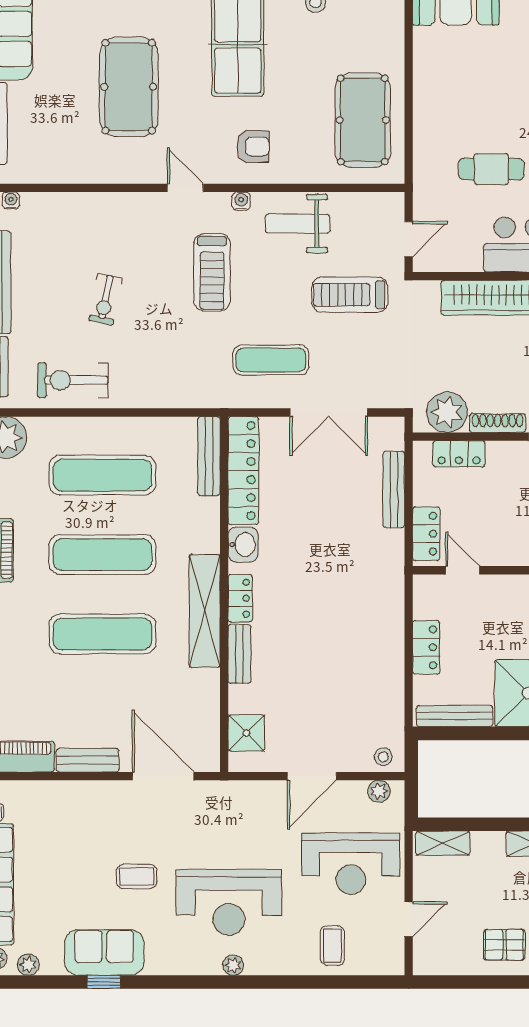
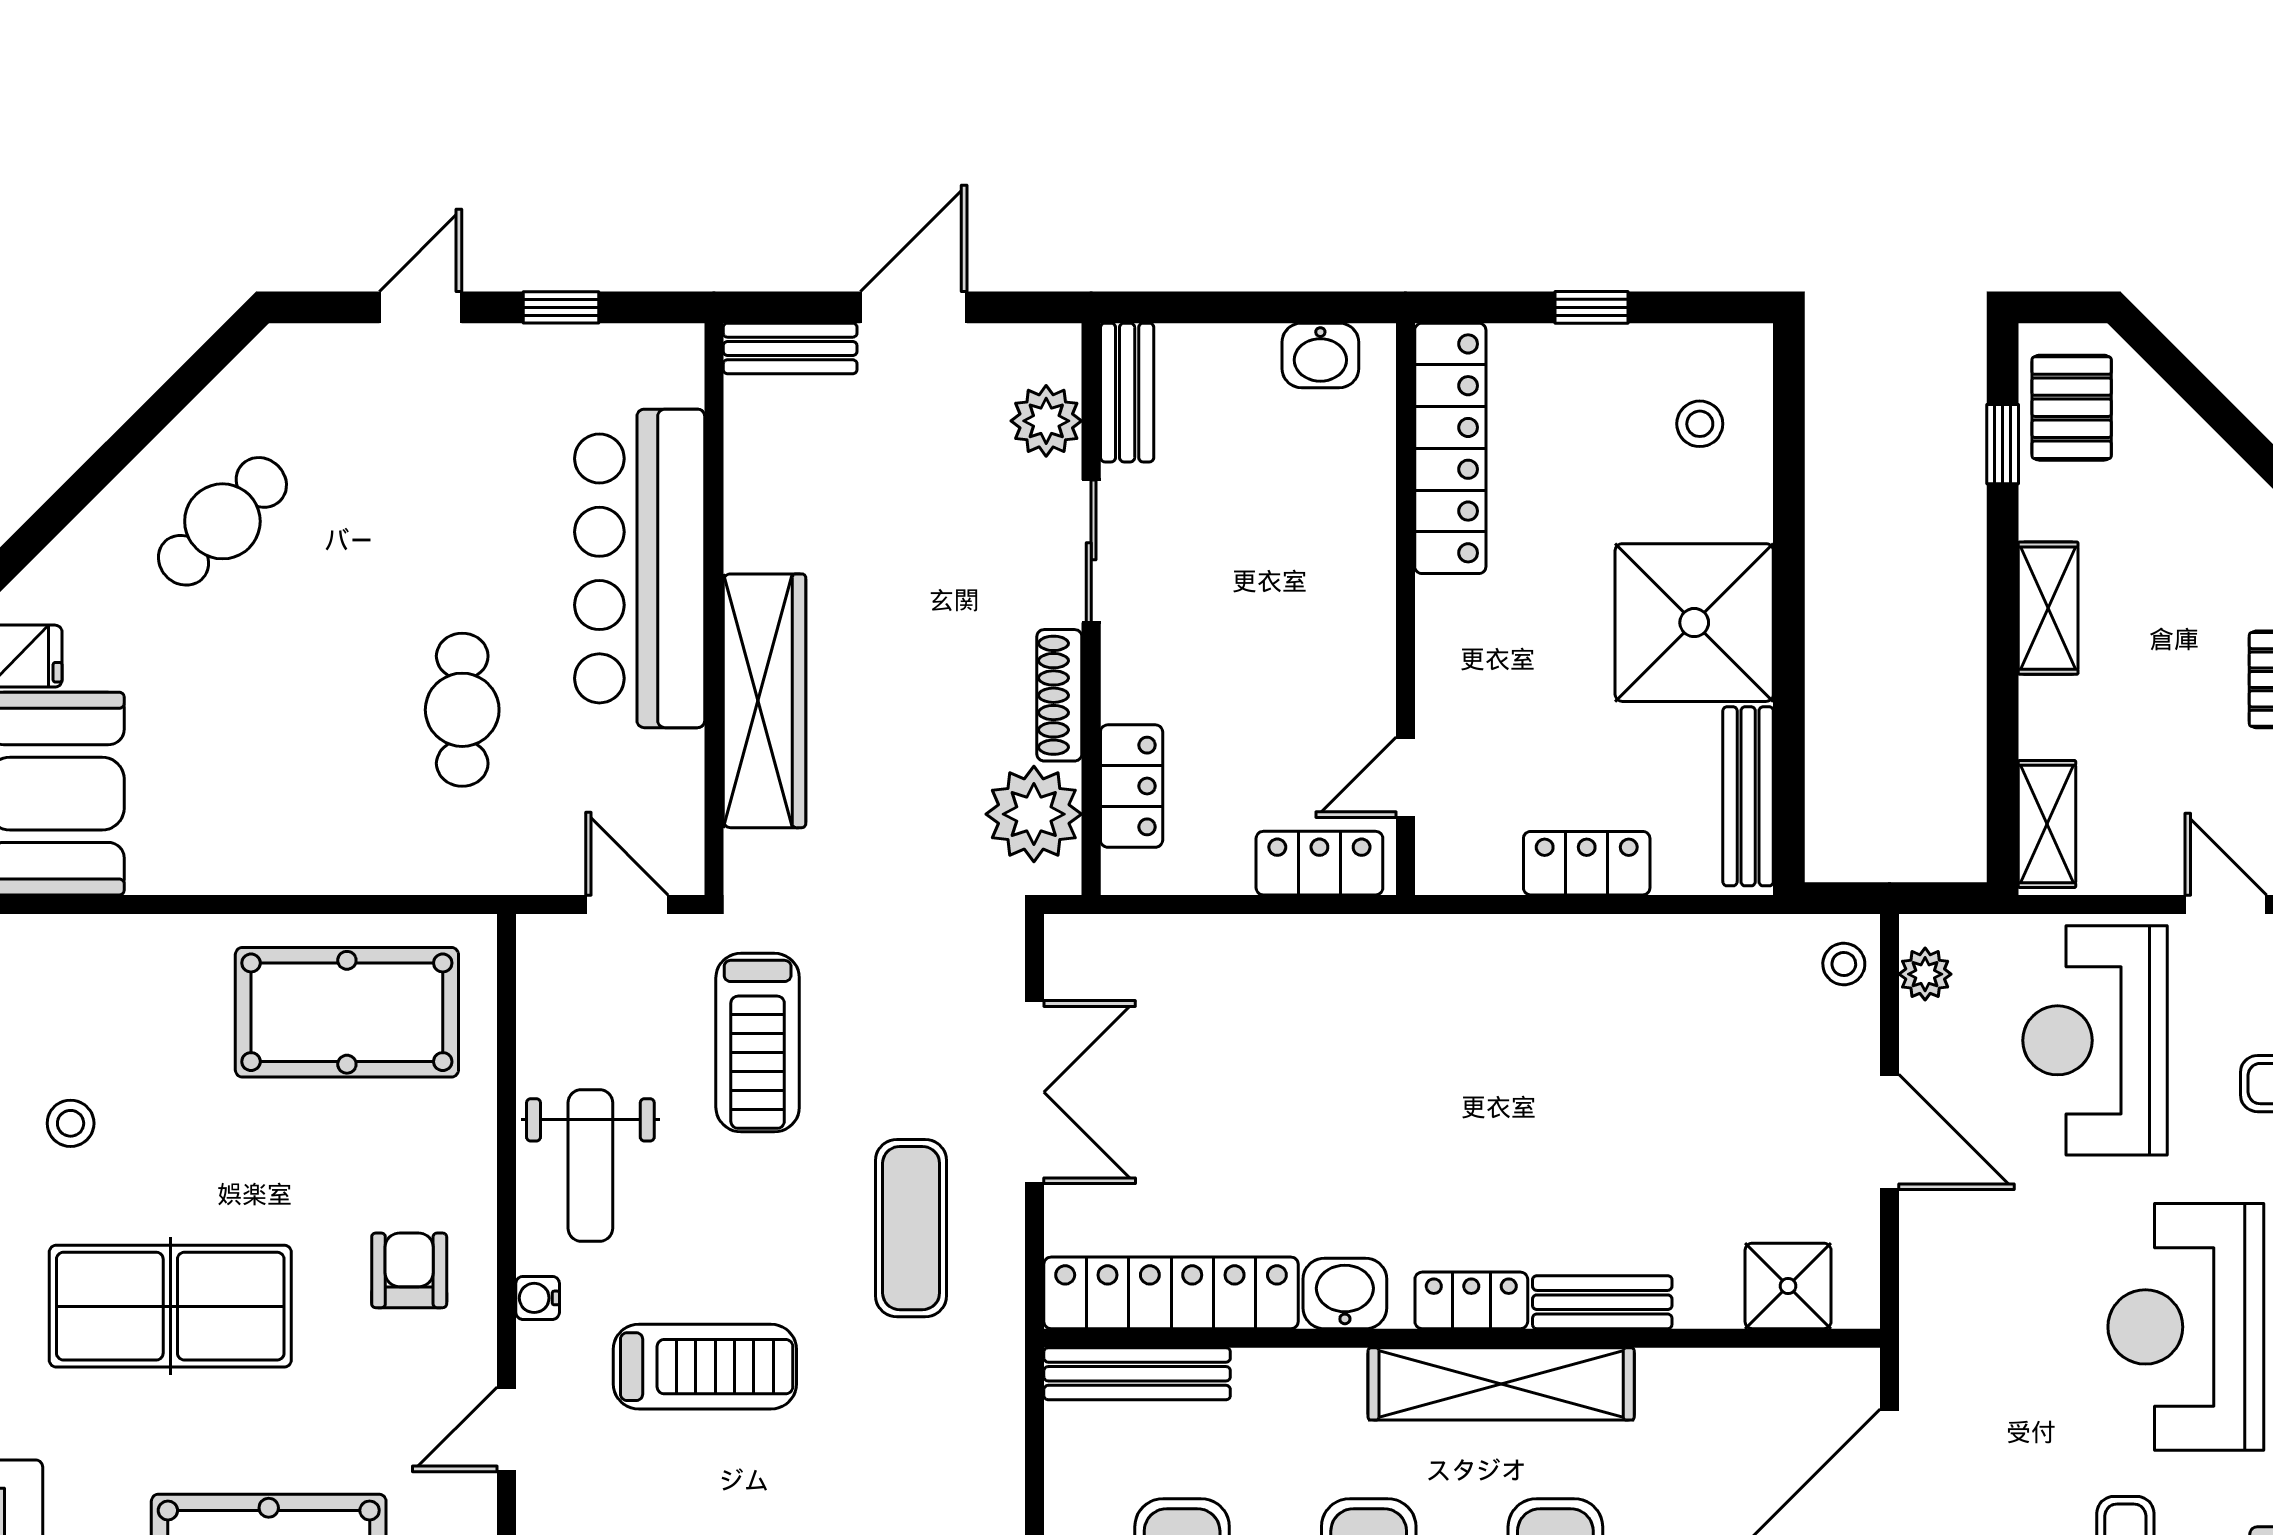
bench: (394, 489) -> (1215, 939), removed
reception desk: (351, 864) -> (2095, 1040), turned 180
reception desk: (229, 902) -> (2186, 1327), turned 180

